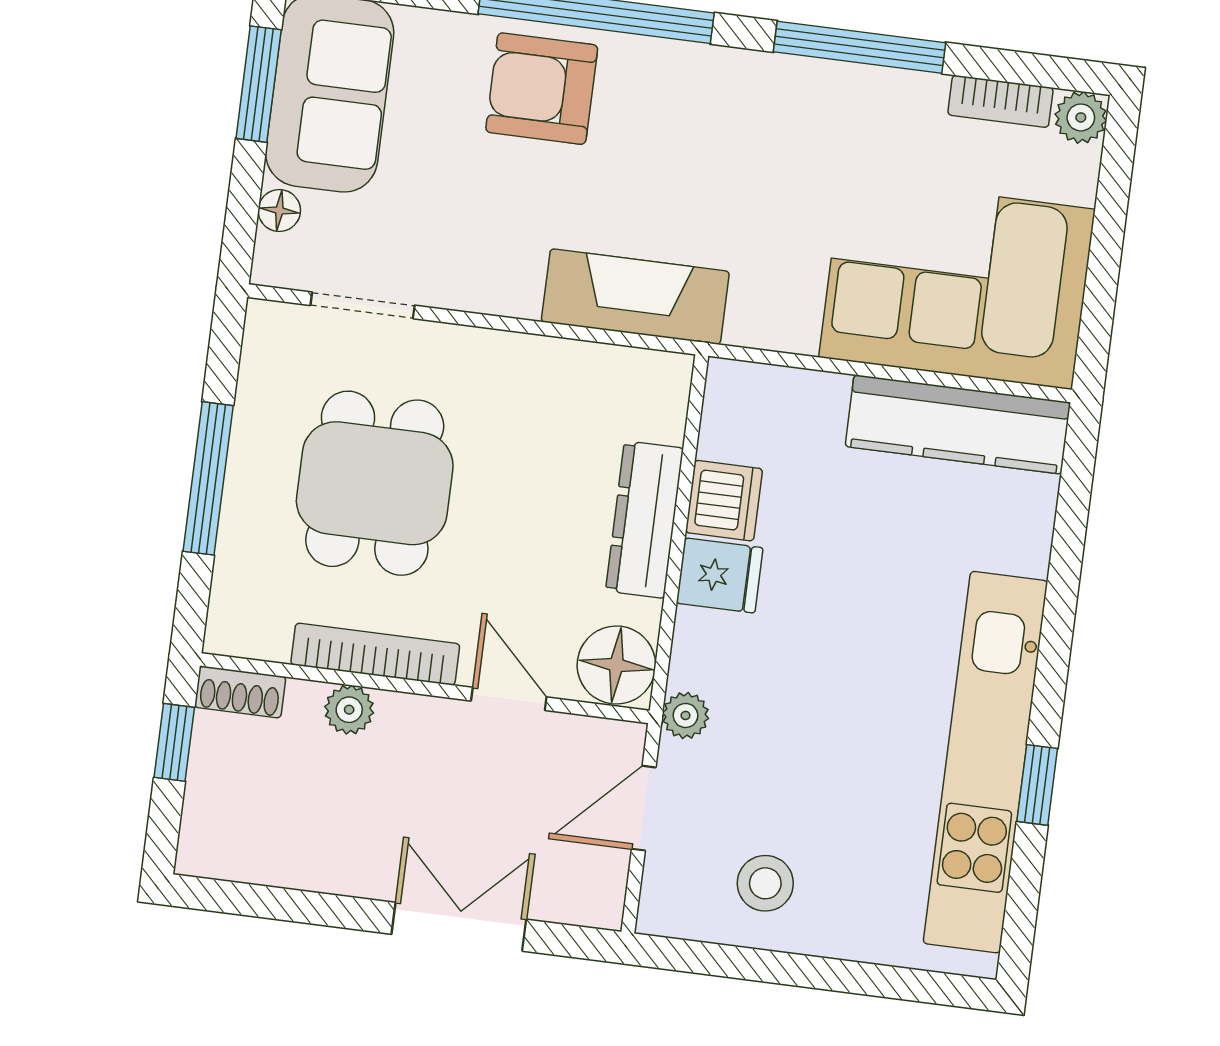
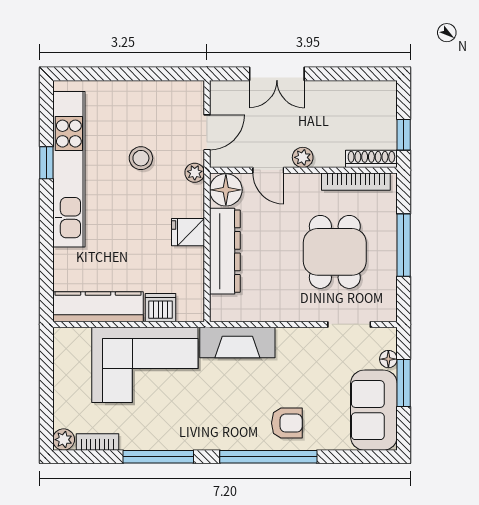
window: (259, 84) -> (404, 383), moved
armchair: (542, 89) -> (287, 423), width x0.72, depth x0.72
corner sofa: (957, 283) -> (145, 365), moved
dishwasher: (724, 501) -> (160, 308), moved, turned 90
dresser: (645, 520) -> (225, 251), width x1.37, depth x1.24
bookcase: (375, 654) -> (356, 182), moved
shoe rack: (240, 692) -> (371, 159), width x1.43
plant: (349, 710) -> (303, 157), moved
stool: (765, 883) -> (141, 158), moved

